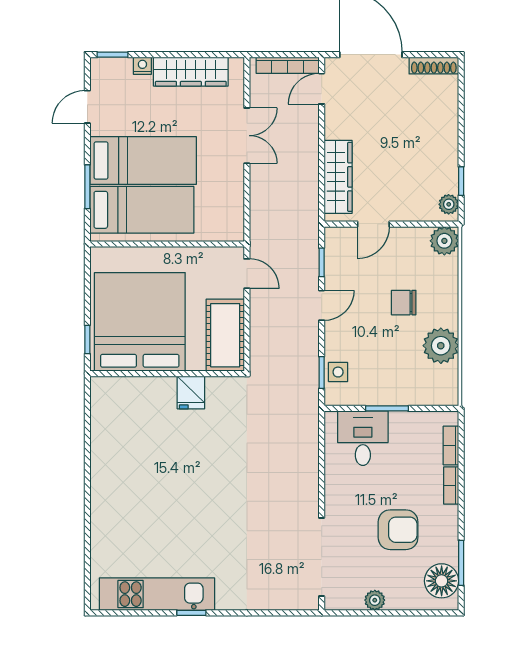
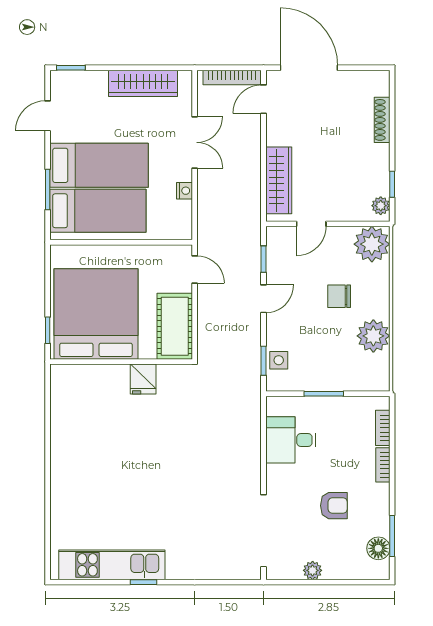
nightstand: (142, 66) -> (184, 191), moved, turned 90
shoe rack: (434, 66) -> (382, 120), moved, turned 90
plant: (444, 241) -> (372, 244), width x1.36, depth x1.36
desk: (363, 438) -> (291, 440), moved, turned -90
armchair: (398, 530) -> (334, 506), width x0.72, depth x0.72
floor lamp: (442, 581) -> (378, 548), width x0.73, depth x0.73

